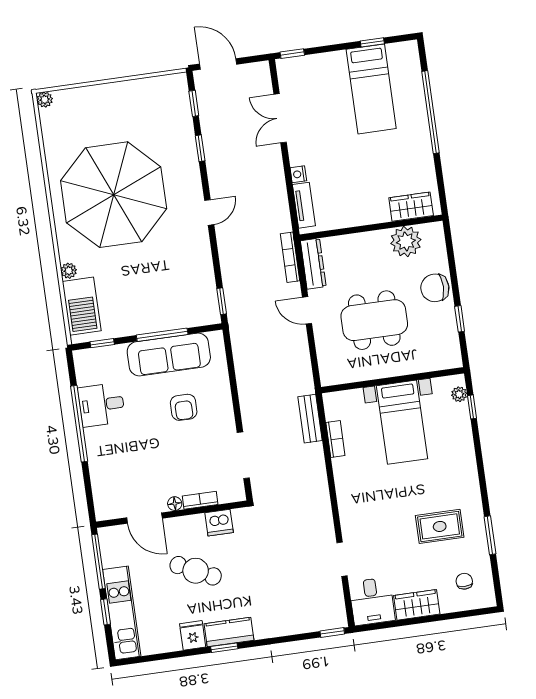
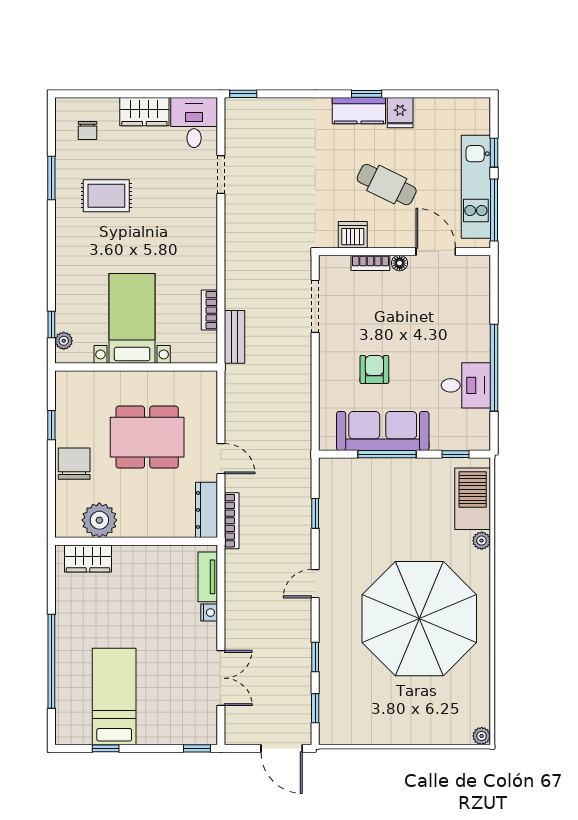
chair: (435, 288) -> (74, 464), turned -90
window: (222, 301) -> (315, 513), moved
kitchen unit: (122, 613) -> (476, 187), moved

